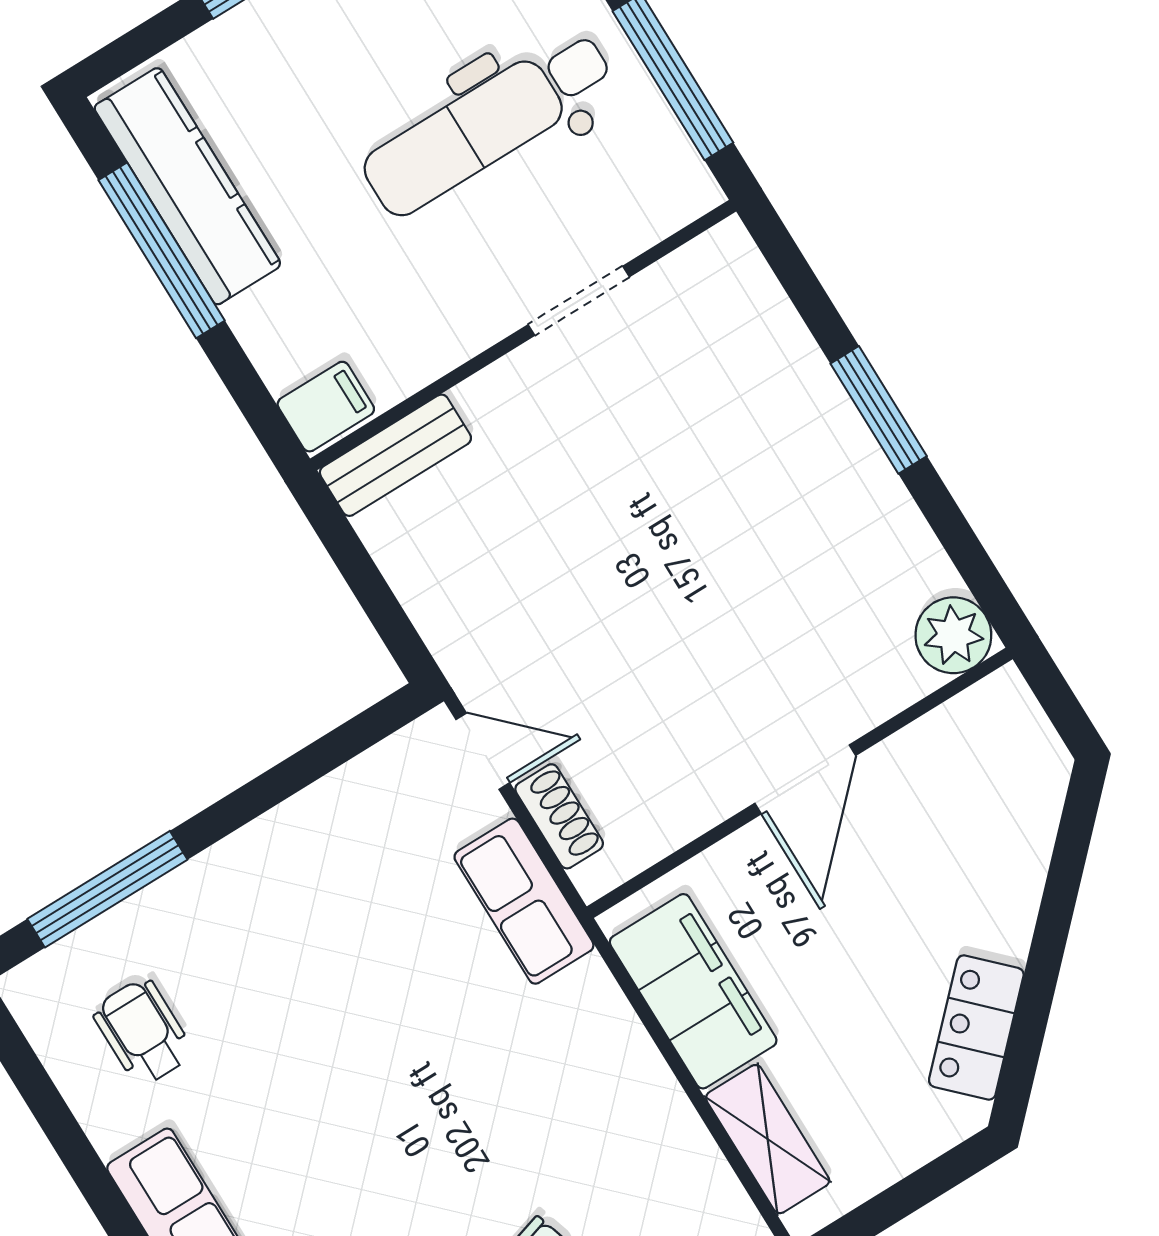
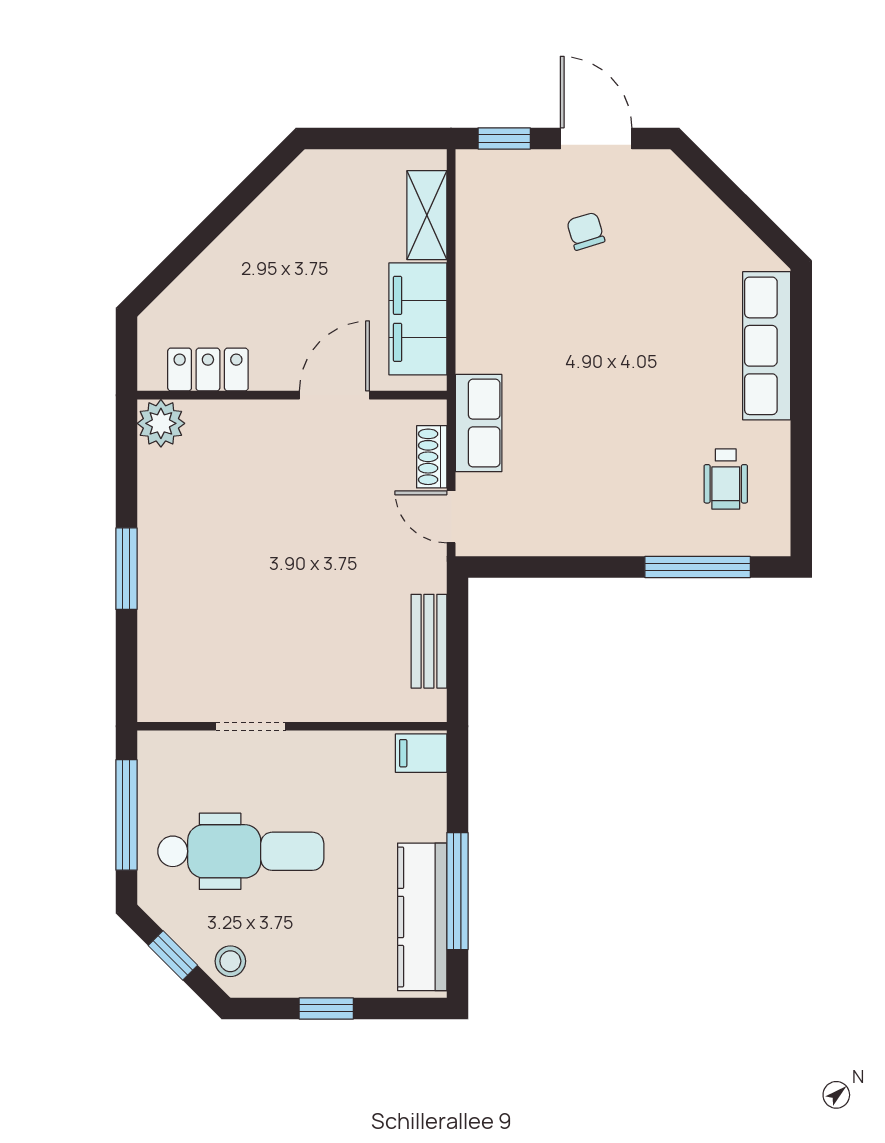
bench: (395, 455) -> (429, 641), moved, turned 90
door: (805, 779) -> (334, 395), moved
locker: (976, 1027) -> (208, 370), moved, turned -135

